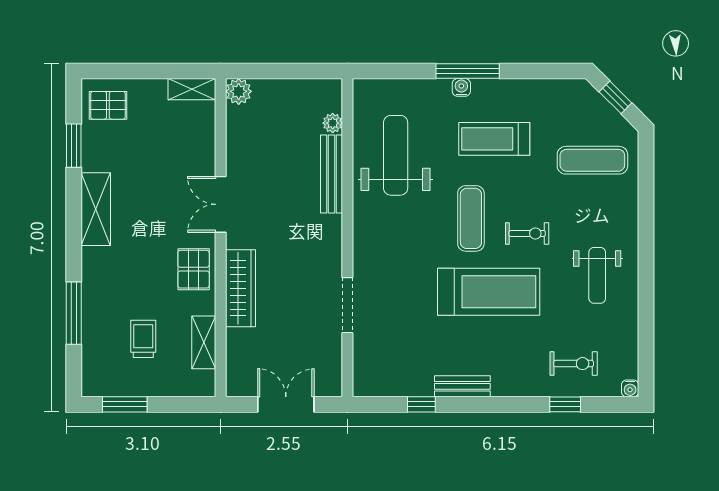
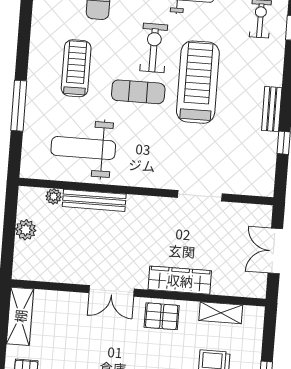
window: (468, 71) -> (19, 106), moved
water cooler: (461, 87) -> (33, 91), removed
shelving: (192, 89) -> (20, 316), width x1.50, depth x1.33
plant: (239, 91) -> (26, 230), moved
treadmill: (494, 139) -> (76, 68), turned 180
exercise bike: (527, 233) -> (154, 48), width x1.38, depth x1.39

